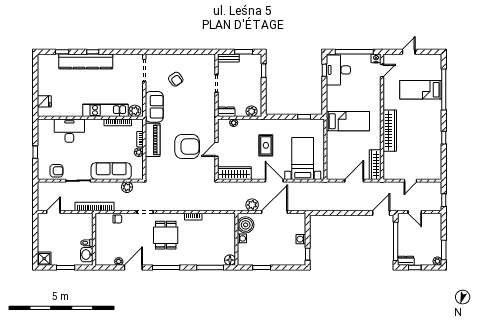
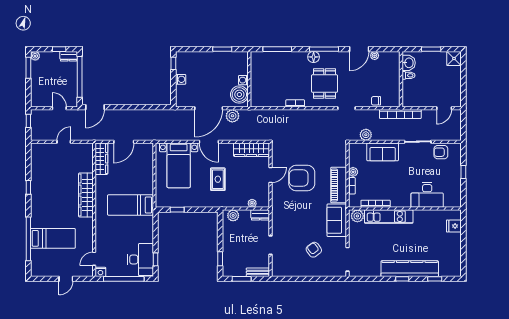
sofa: (111, 171) -> (383, 152), width x0.73
floor lamp: (230, 260) -> (314, 57), moved

